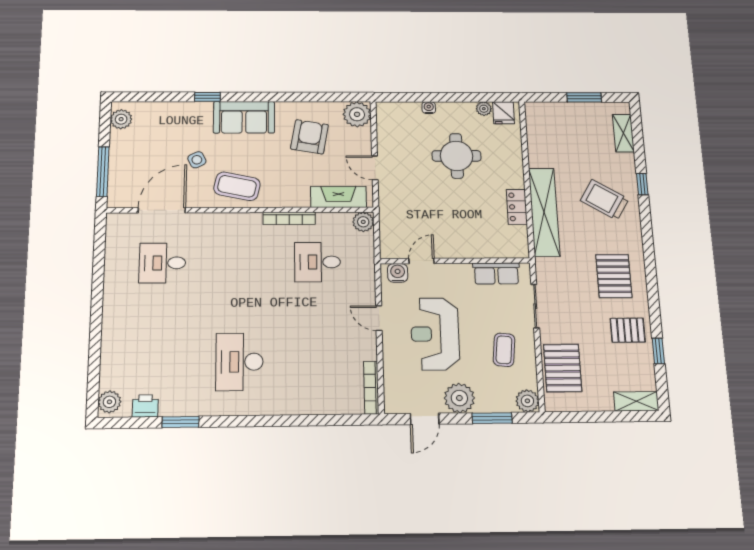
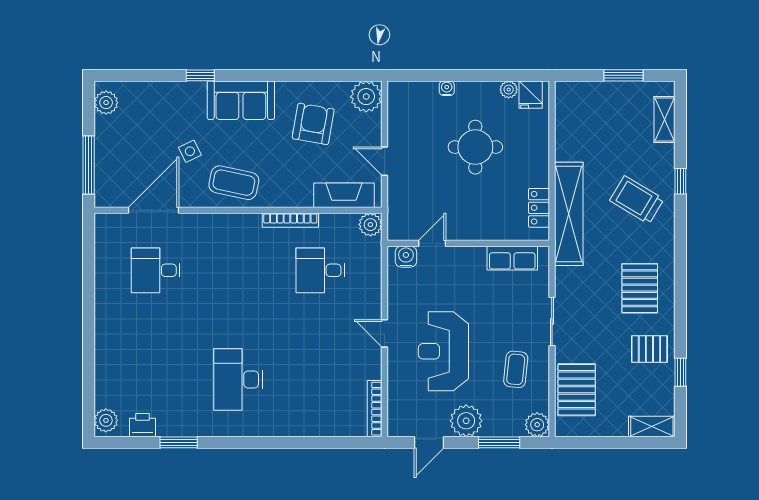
door: (422, 261) -> (432, 243), moved
wall: (455, 261) -> (468, 243), moved
water cooler: (398, 273) -> (406, 257), moved
row of seats: (496, 273) -> (512, 258), moved

